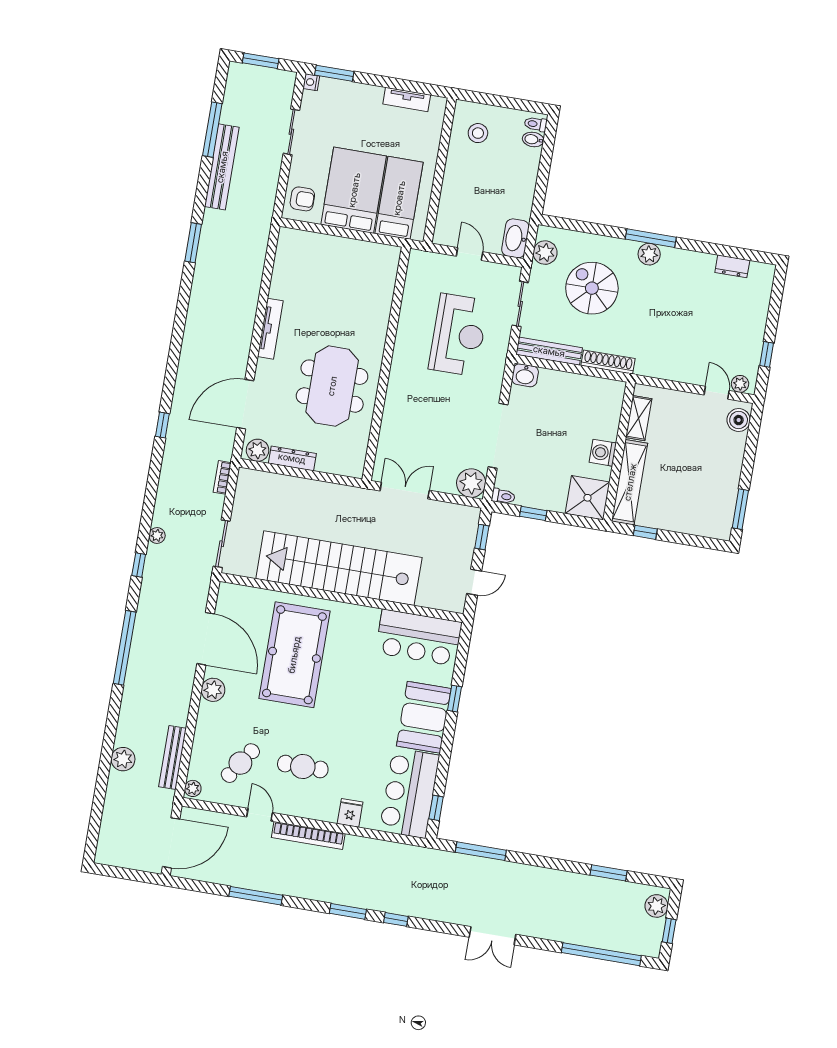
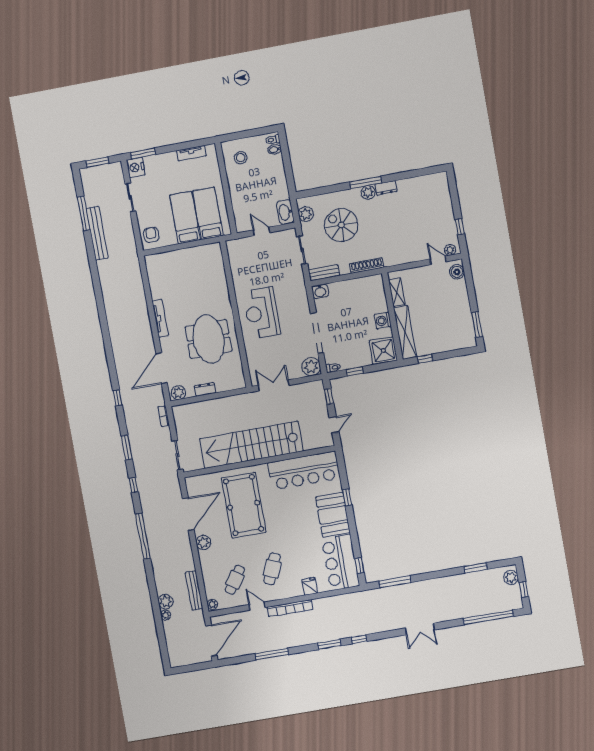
nightstand: (311, 82) -> (136, 167), width x1.89, depth x1.79
bed: (354, 190) -> (185, 218), width x0.67
armchair: (302, 199) -> (151, 235), turned -90
window: (193, 243) -> (127, 447), moved
dresser: (732, 266) -> (386, 188), moved
reception desk: (458, 335) -> (262, 313), moved, turned 180
bench: (549, 351) -> (324, 273), width x0.73
dresser: (292, 458) -> (205, 389), width x0.70
plant: (157, 535) -> (166, 615), moved
bar counter: (419, 638) -> (304, 471), width x1.36
door: (206, 639) -> (188, 514), hinge flipped
cafe table: (303, 767) -> (272, 569), turned -67

